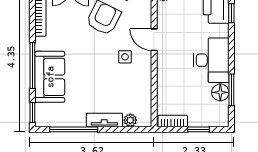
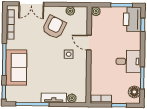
desk: (211, 60) -> (128, 61), width x0.73
floor lamp: (220, 92) -> (134, 92), moved

